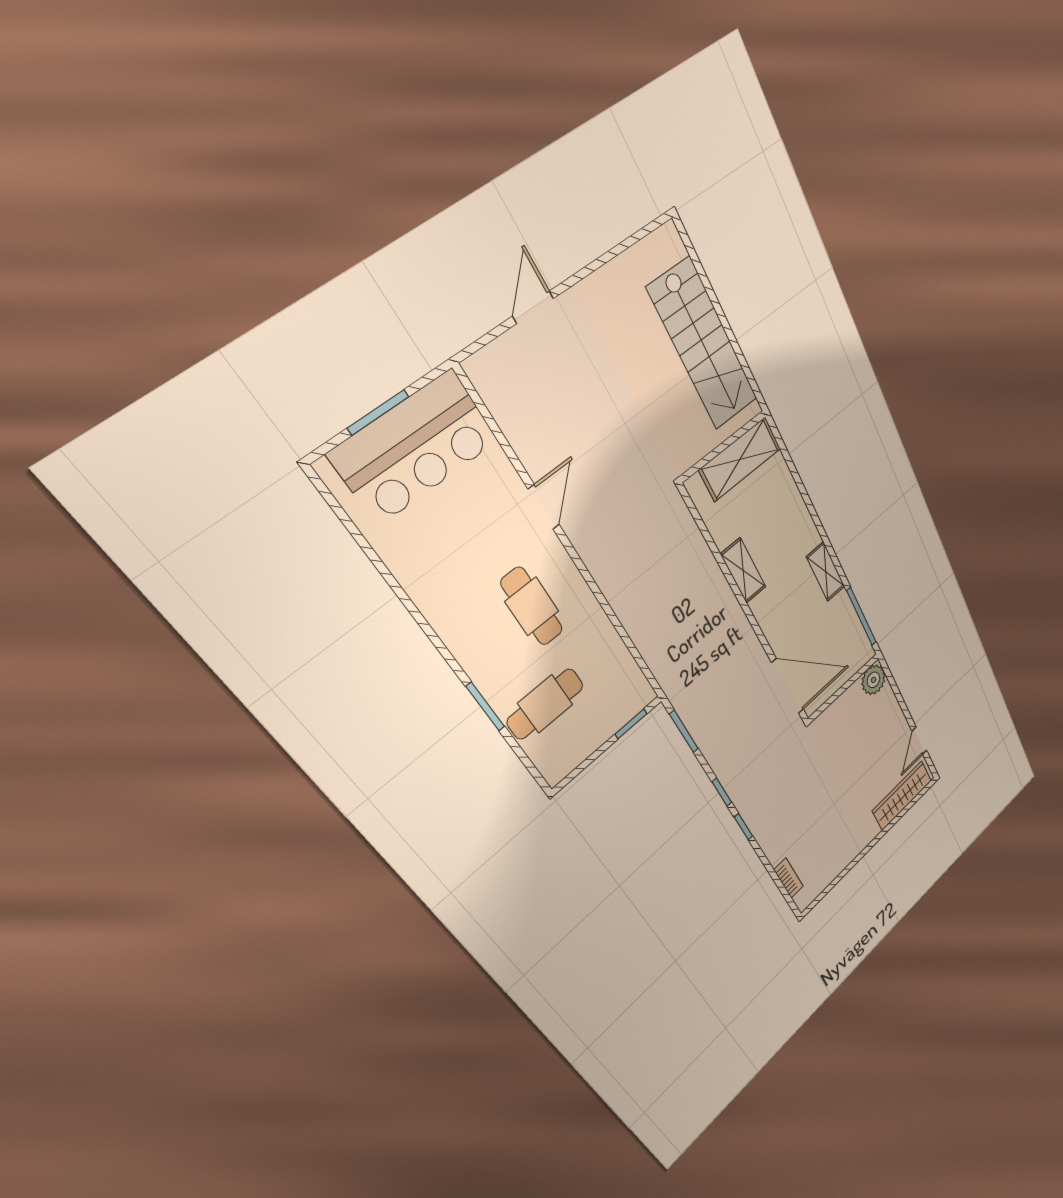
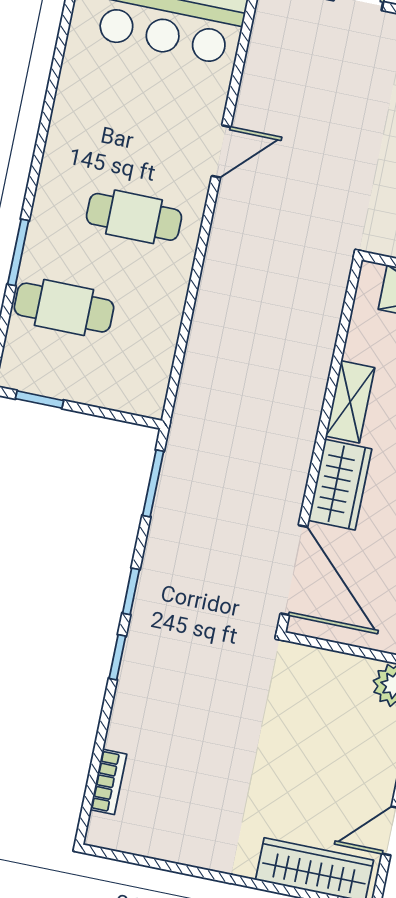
cafe table: (532, 606) -> (134, 217), turned 90
wardrobe: (774, 619) -> (340, 485), added
window: (631, 724) -> (39, 400), moved

